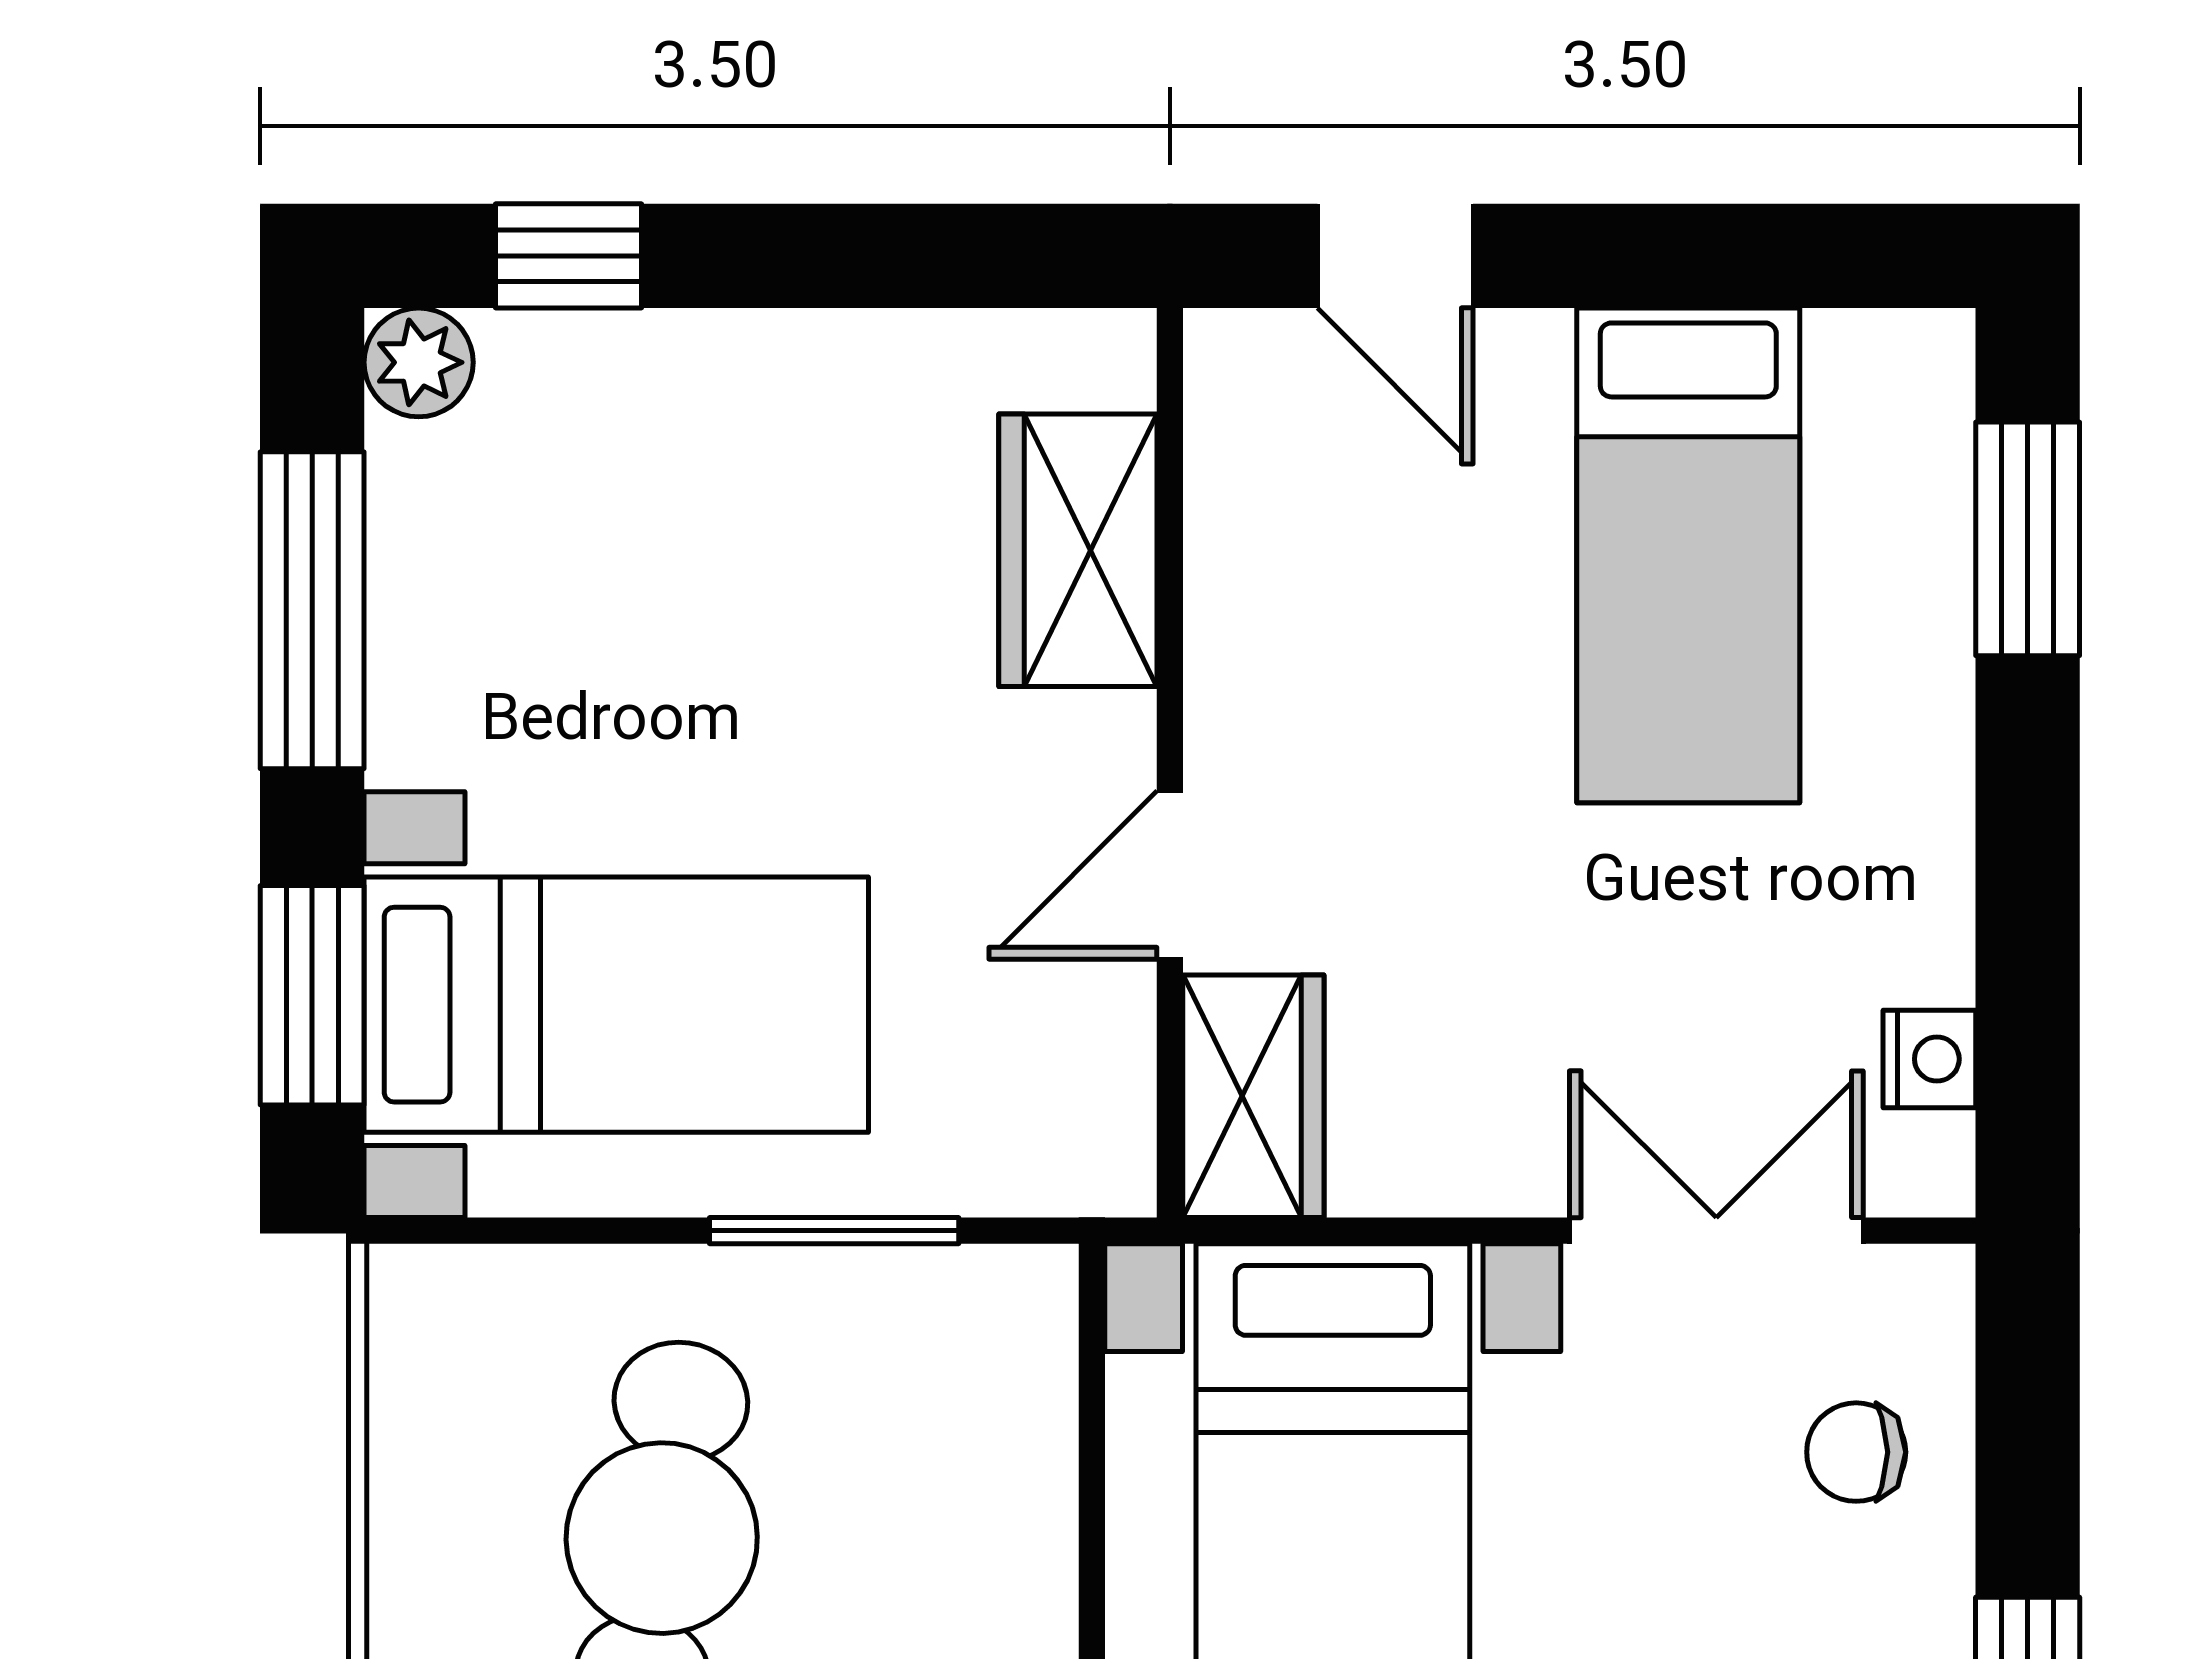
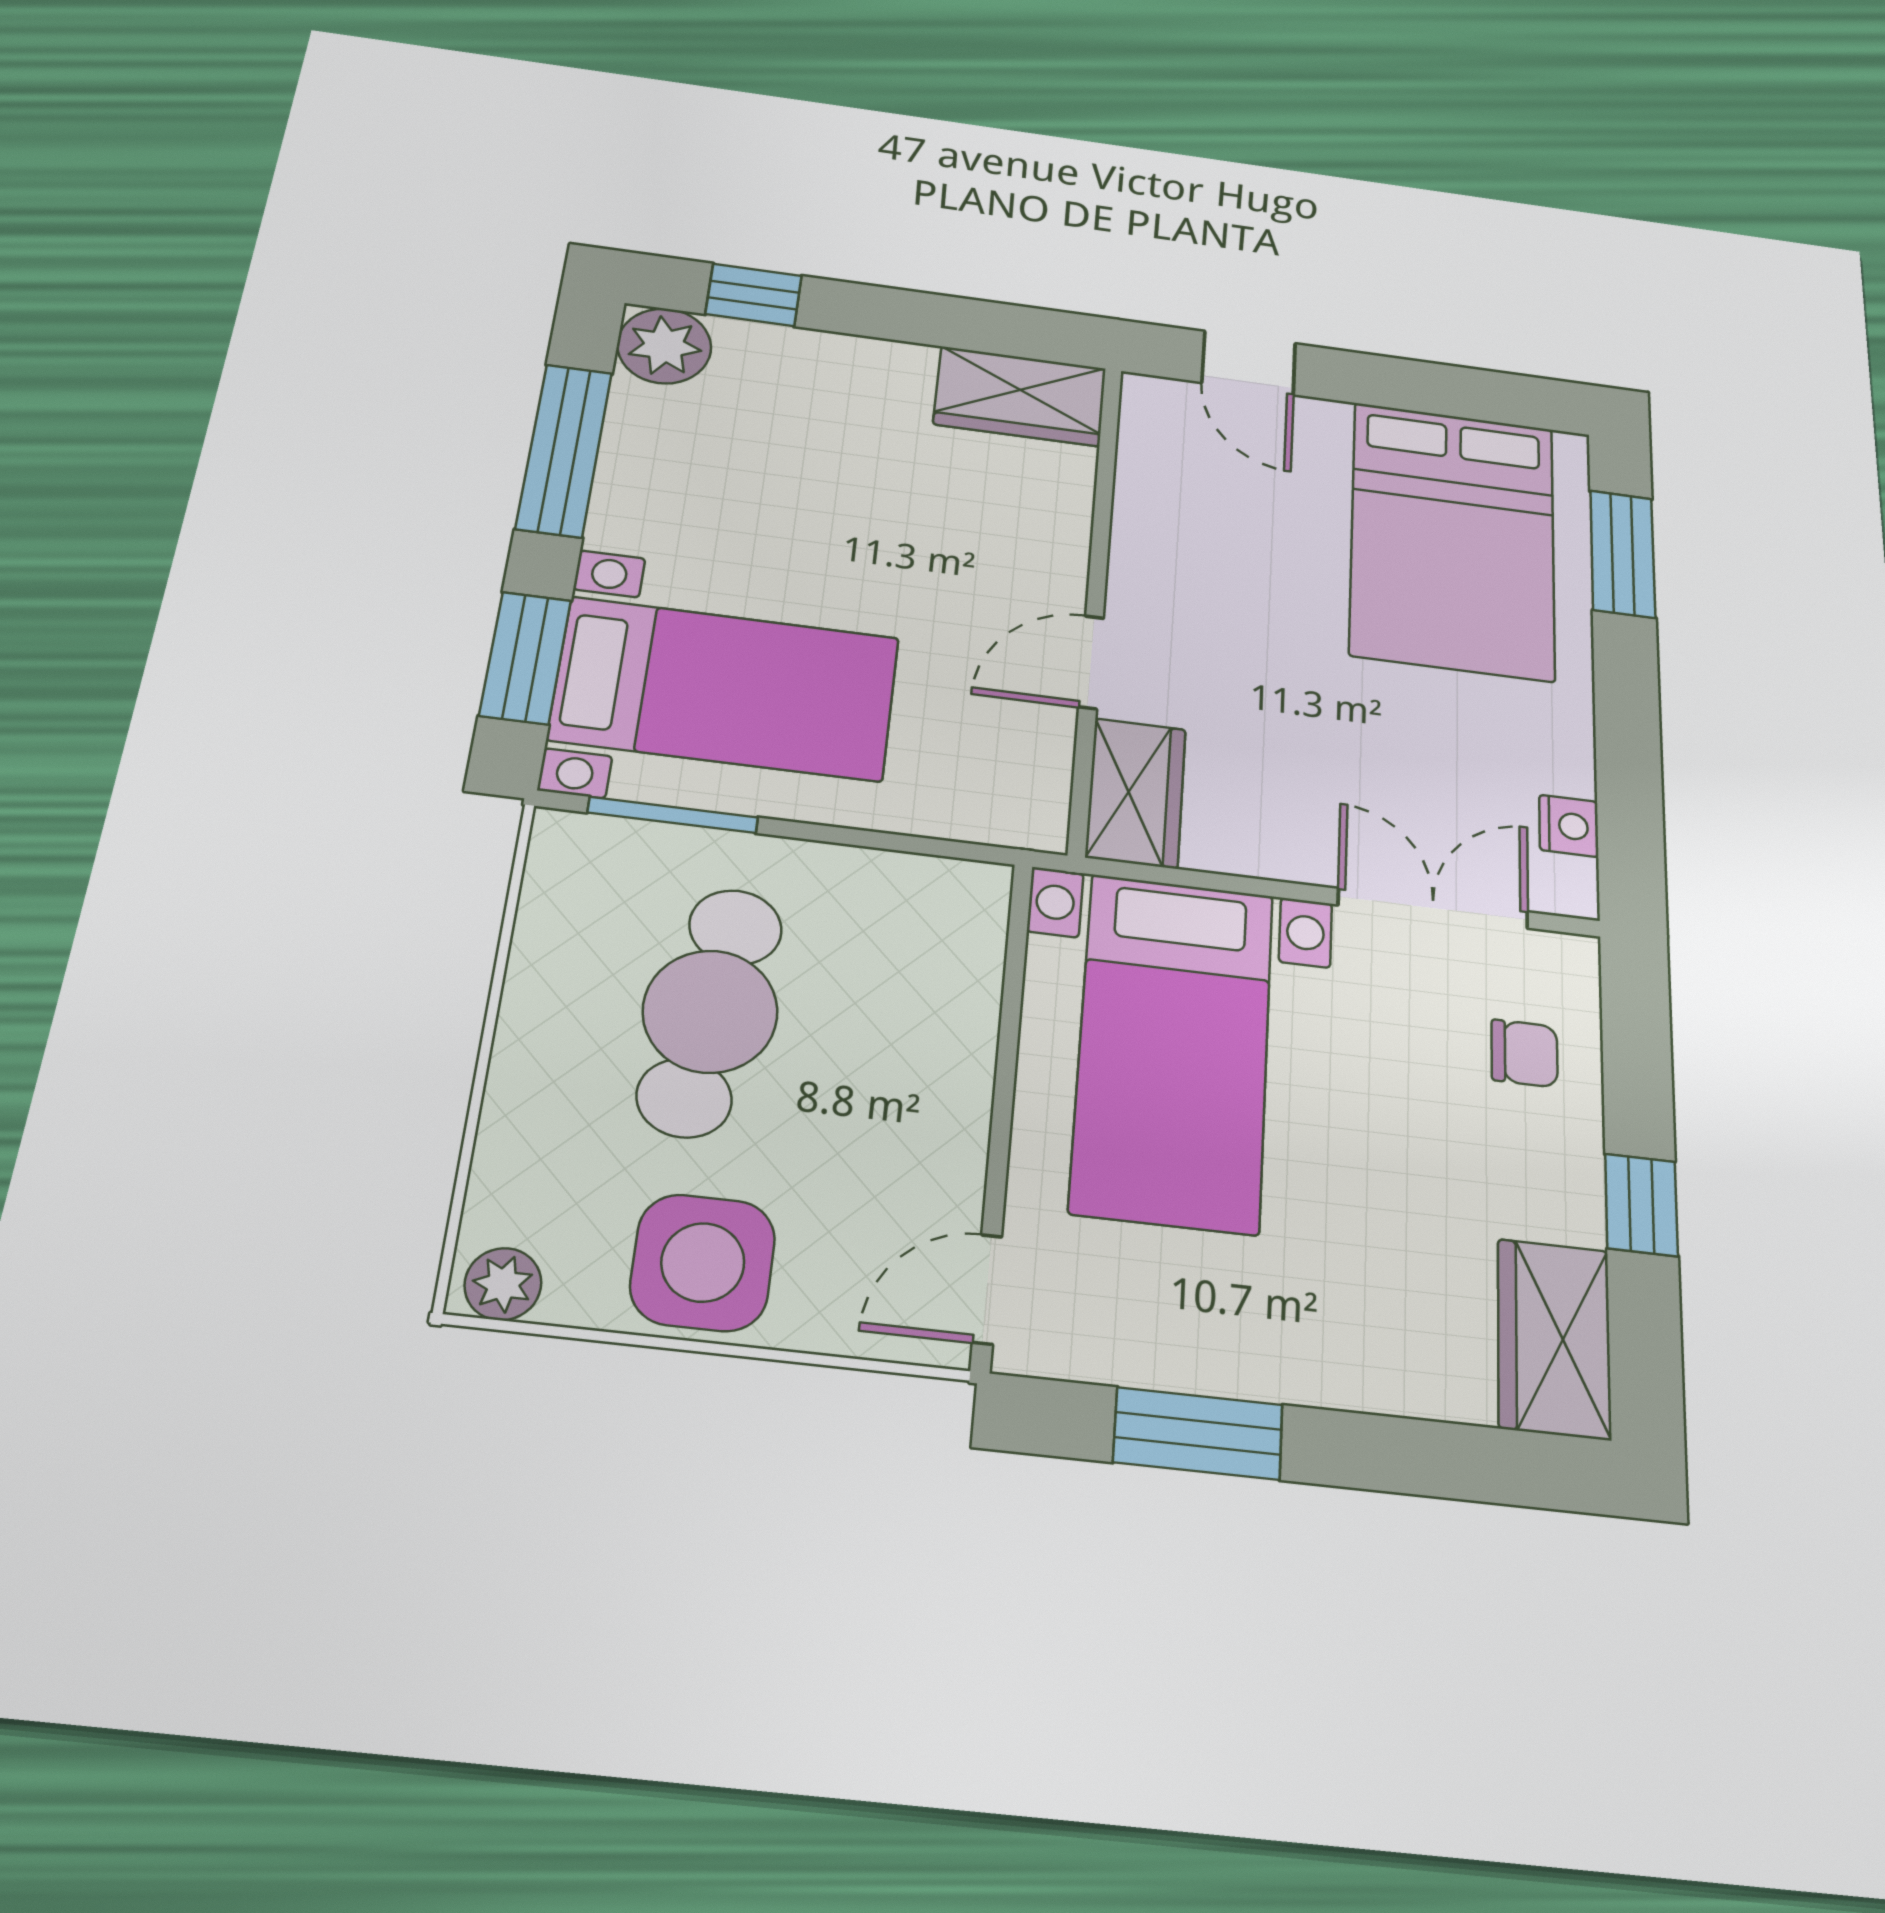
plant: (419, 362) -> (664, 346), width x1.38, depth x1.38
wardrobe: (1078, 550) -> (1020, 396), moved, turned -90
bed: (1688, 555) -> (1453, 540), width x1.50
window: (834, 1231) -> (673, 815), moved
chair: (1856, 1452) -> (1524, 1053), turned 180

